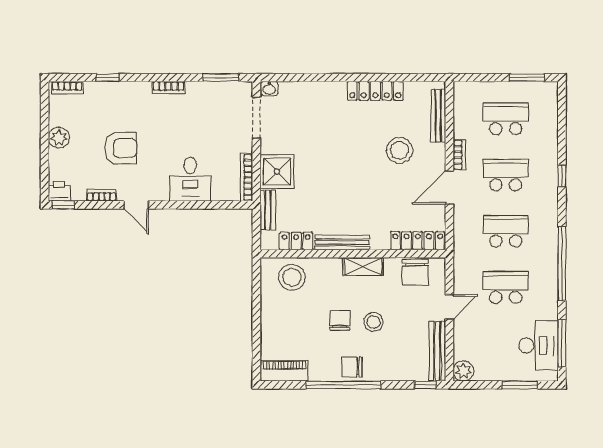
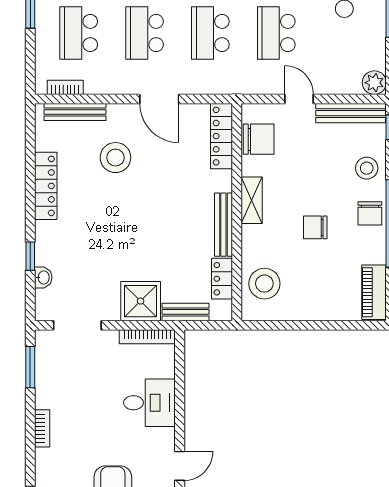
window: (315, 78) -> (30, 256), added
washbasin: (269, 89) -> (43, 277), moved
bookcase: (459, 155) -> (65, 87), moved
stool: (373, 322) -> (367, 168), moved

